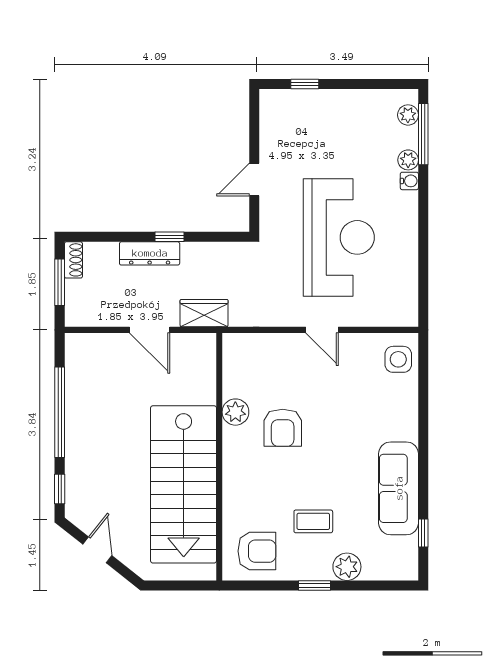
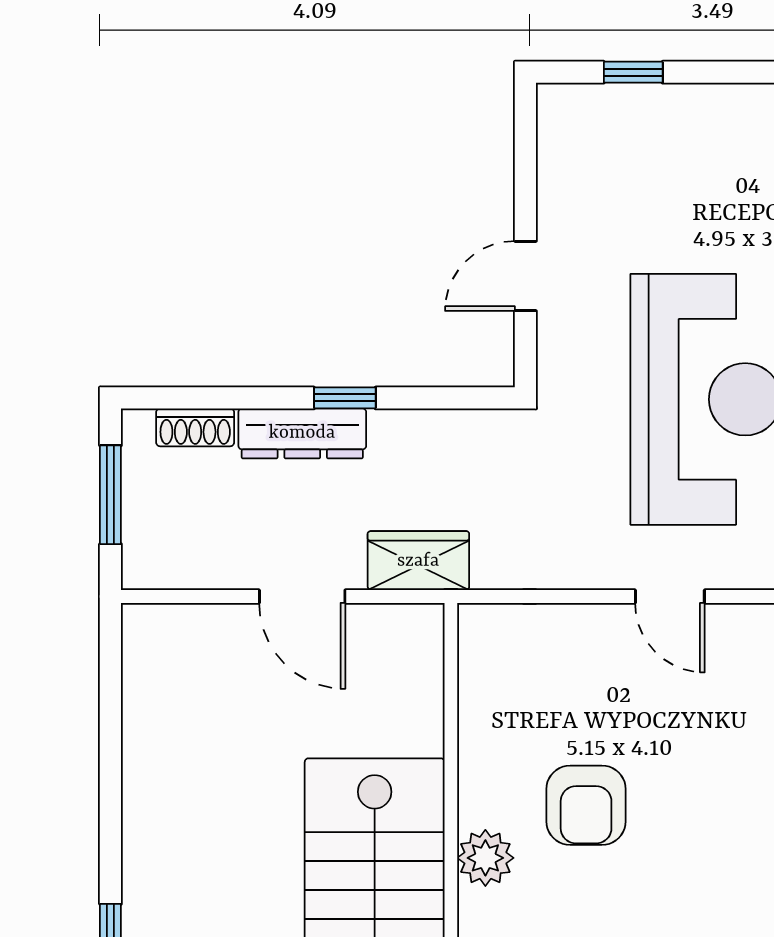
shoe rack: (73, 260) -> (195, 427), moved, turned 90
window: (60, 412) -> (110, 772), removed
plant: (235, 412) -> (485, 858), moved

